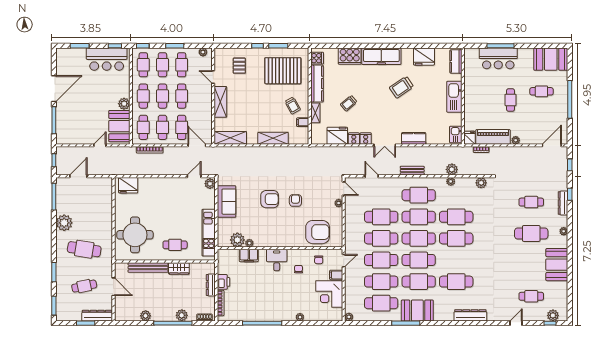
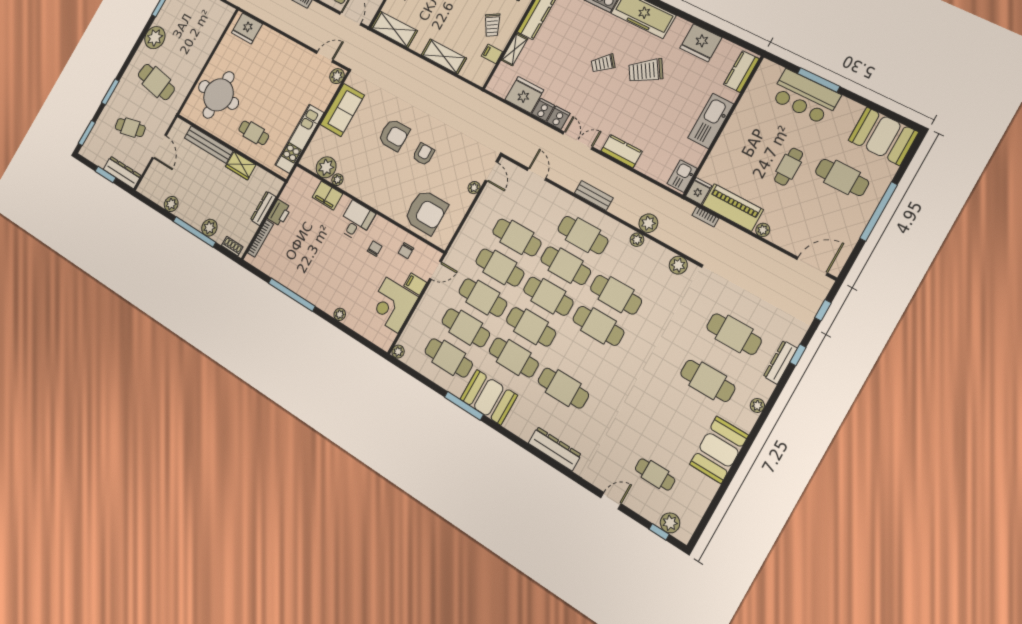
cafe table: (541, 91) -> (842, 177), width x1.37, depth x1.35
trolley: (349, 103) -> (603, 63), moved
double door: (385, 145) -> (578, 140), swing flipped
cafe table: (531, 202) -> (734, 334), width x1.37, depth x1.35

